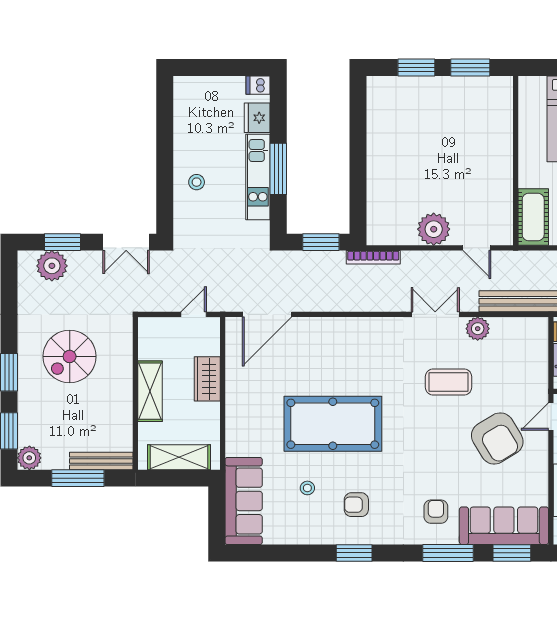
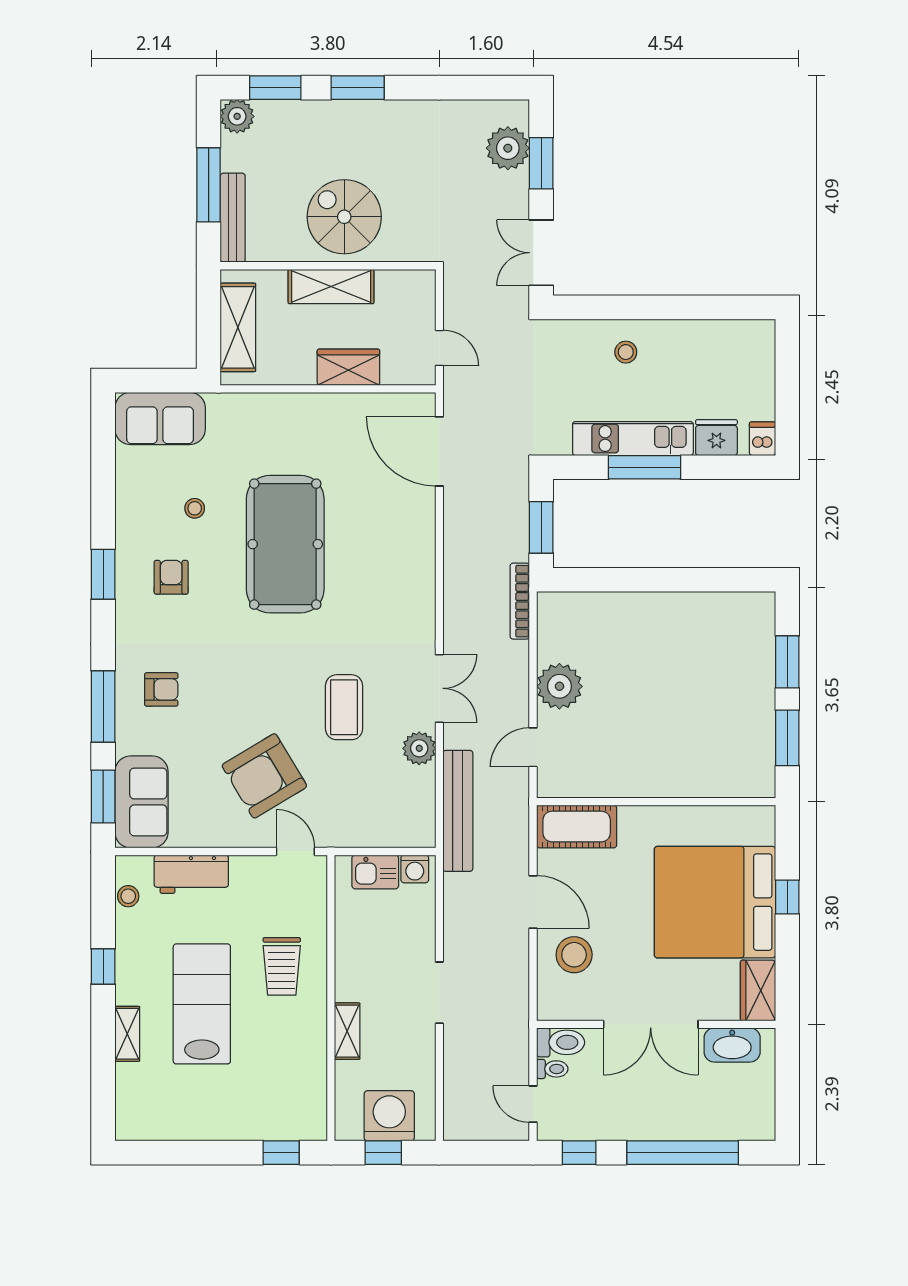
spiral stairs: (70, 356) -> (344, 217), moved
sofa: (244, 501) -> (160, 418), width x0.73
sofa: (504, 526) -> (141, 802), width x0.73

